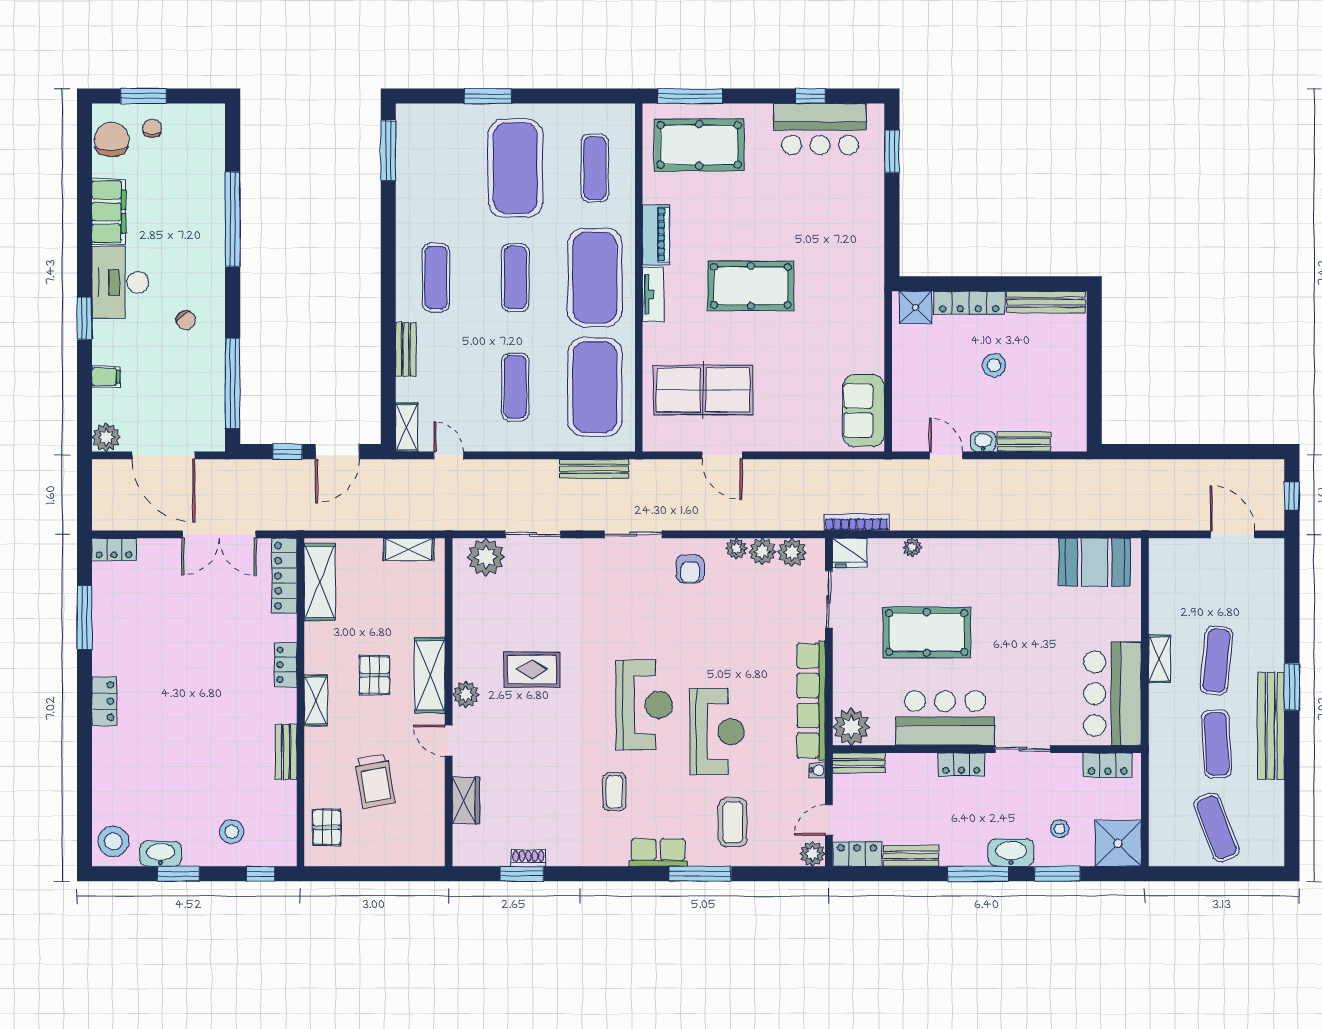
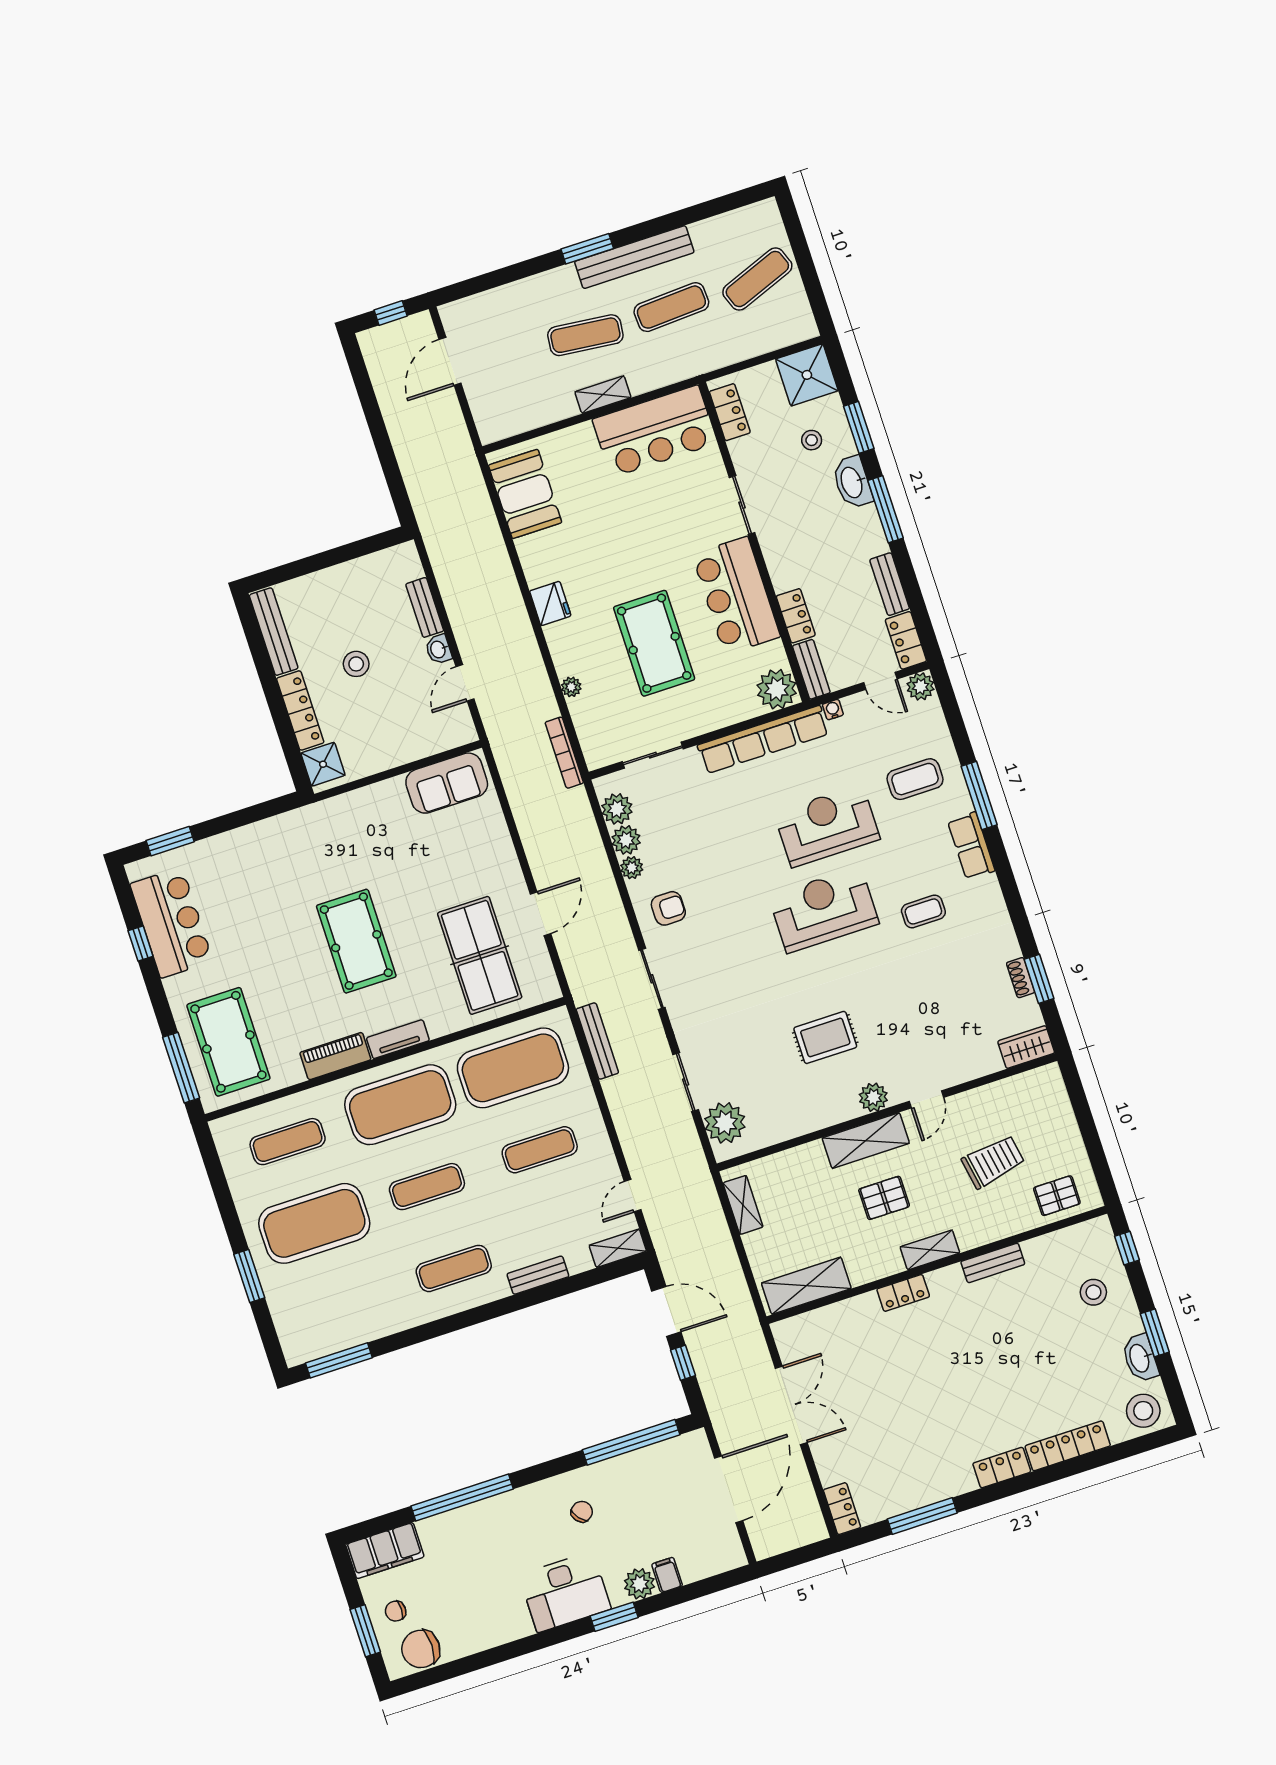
filing cabinet: (109, 212) -> (385, 1551), moved, turned 180
plant: (106, 437) -> (639, 1584), moved
fridge: (850, 553) -> (550, 603), moved
locker: (284, 576) -> (1068, 1446), moved, turned 180
rug: (532, 670) -> (825, 1037), turned 90
locker: (961, 765) -> (796, 616), moved
wardrobe: (466, 800) -> (1026, 1047), moved

